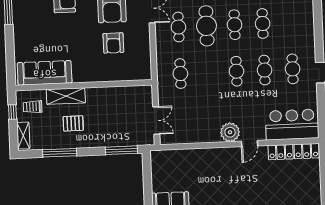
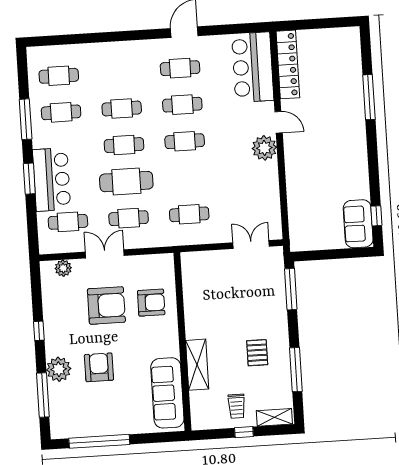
sofa: (45, 73) -> (167, 393), moved
wall: (84, 85) -> (182, 342), moved
shelving: (66, 96) -> (197, 365), moved

